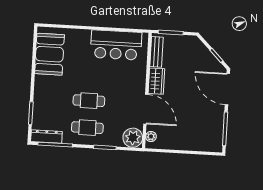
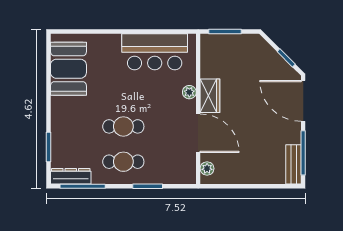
bench: (156, 52) -> (293, 164), moved
plant: (133, 138) -> (189, 92), moved, width x0.53, depth x0.53

